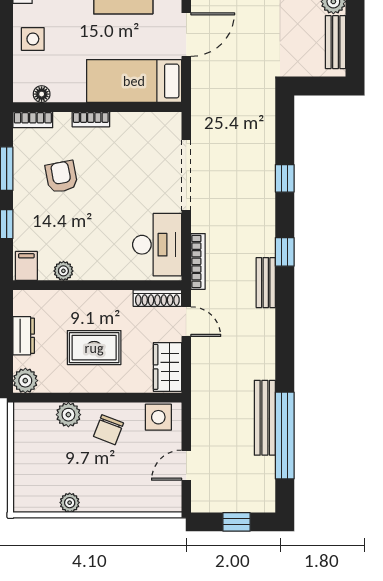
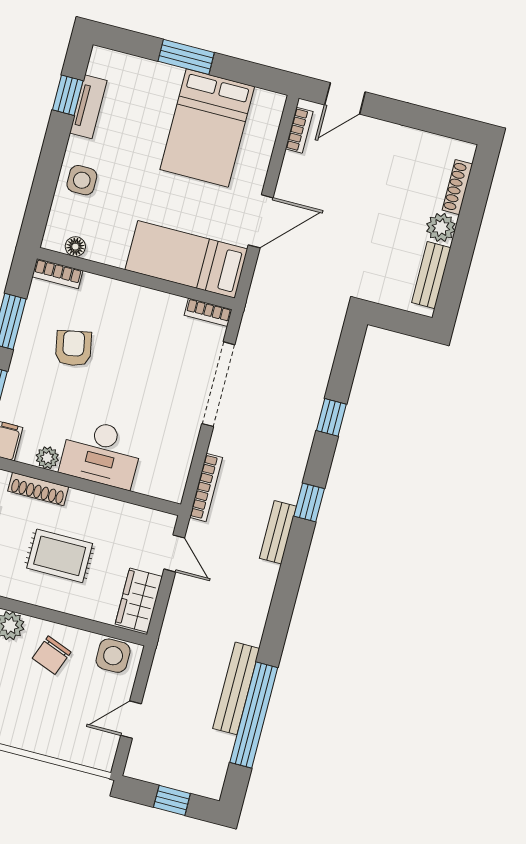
bookcase: (91, 119) -> (208, 312), moved
desk: (157, 245) -> (101, 453), moved, turned 90
shoe rack: (157, 298) -> (38, 489), moved

